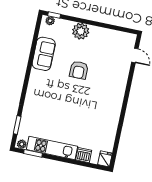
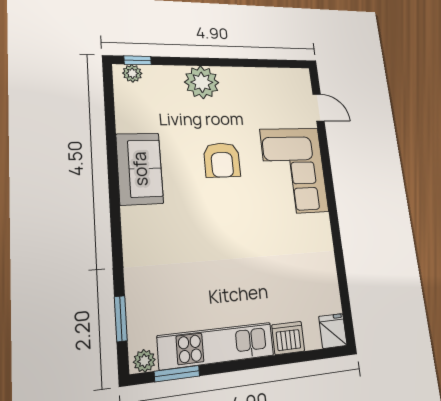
sofa: (44, 54) -> (140, 169), moved
corner sofa: (112, 83) -> (294, 170), added

